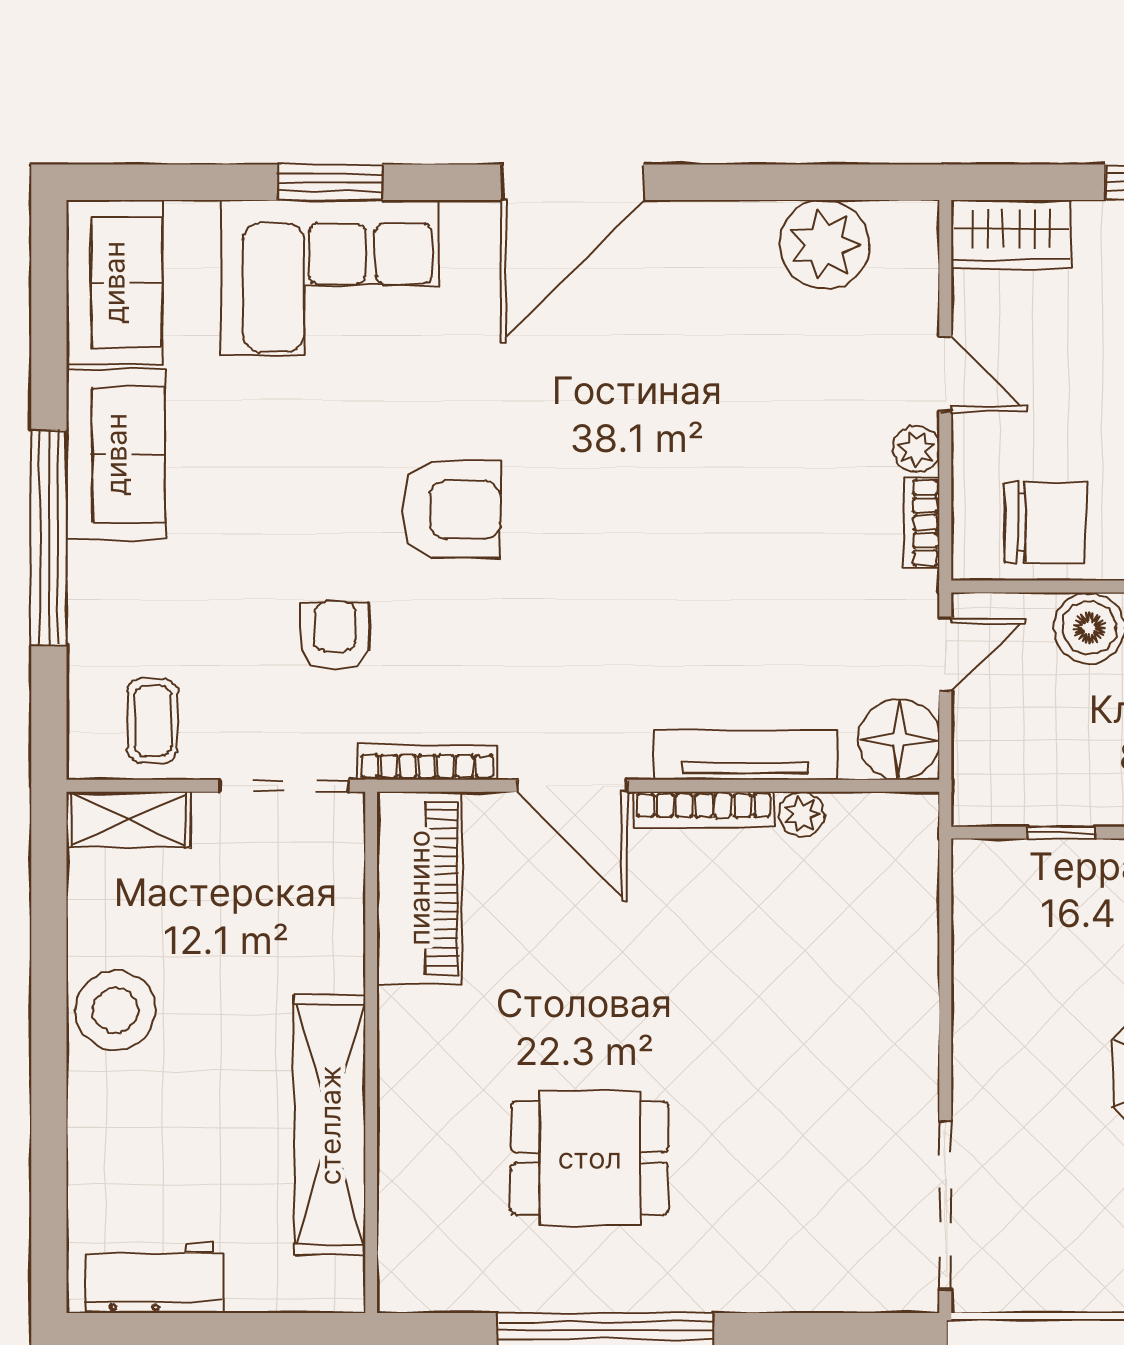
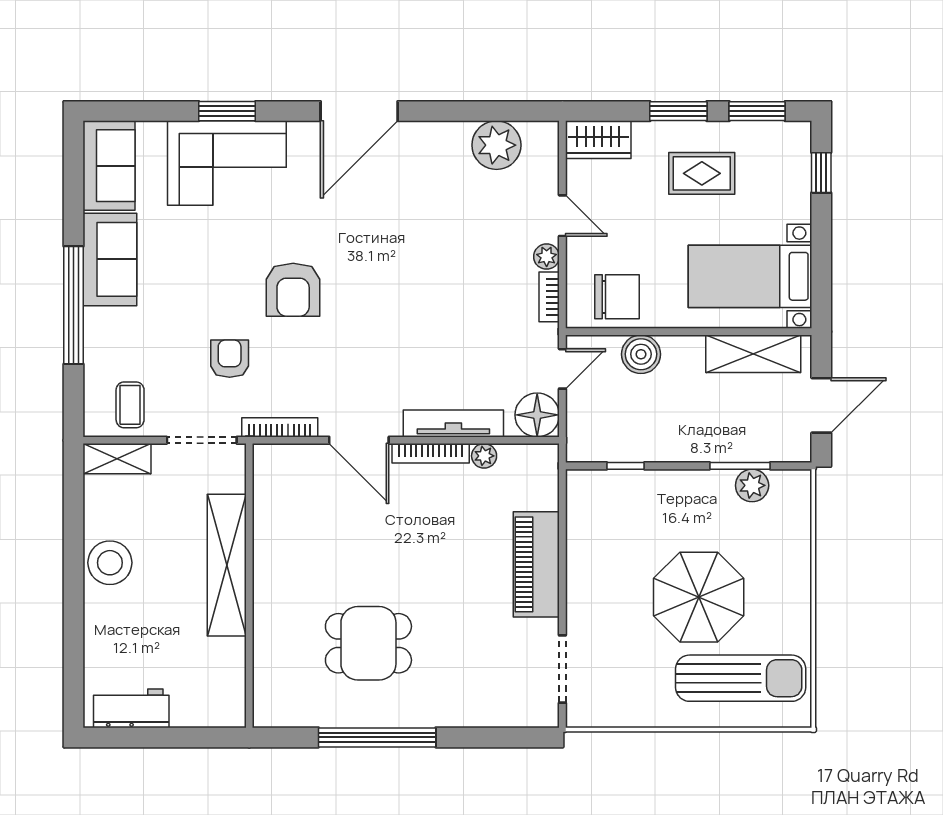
armchair: (451, 510) -> (293, 290), turned 90
piano: (419, 888) -> (536, 564), moved, turned 180
shelving: (330, 1125) -> (227, 565), moved
doorway: (945, 1205) -> (562, 669), width x0.73

